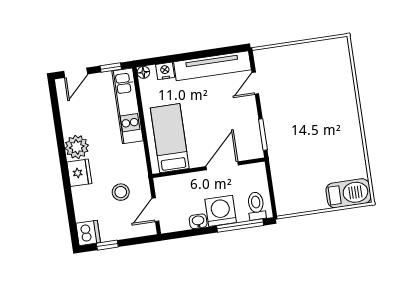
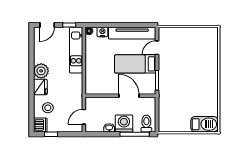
bed: (170, 138) -> (135, 64), moved, turned -90
door: (222, 166) -> (129, 96), hinge flipped
stool: (121, 192) -> (48, 108), moved

